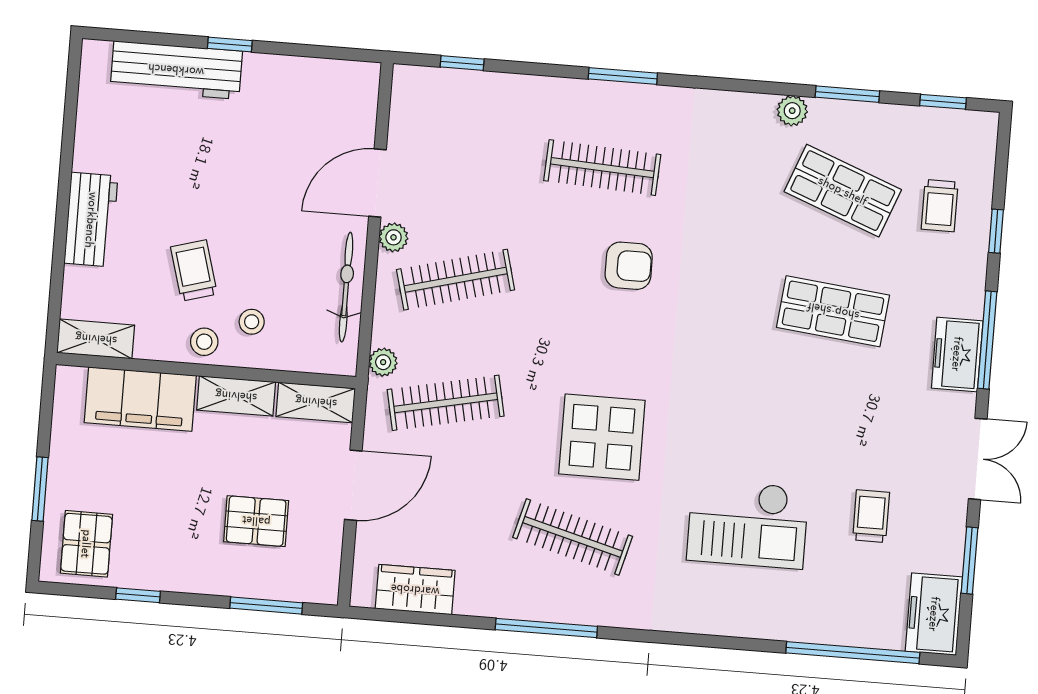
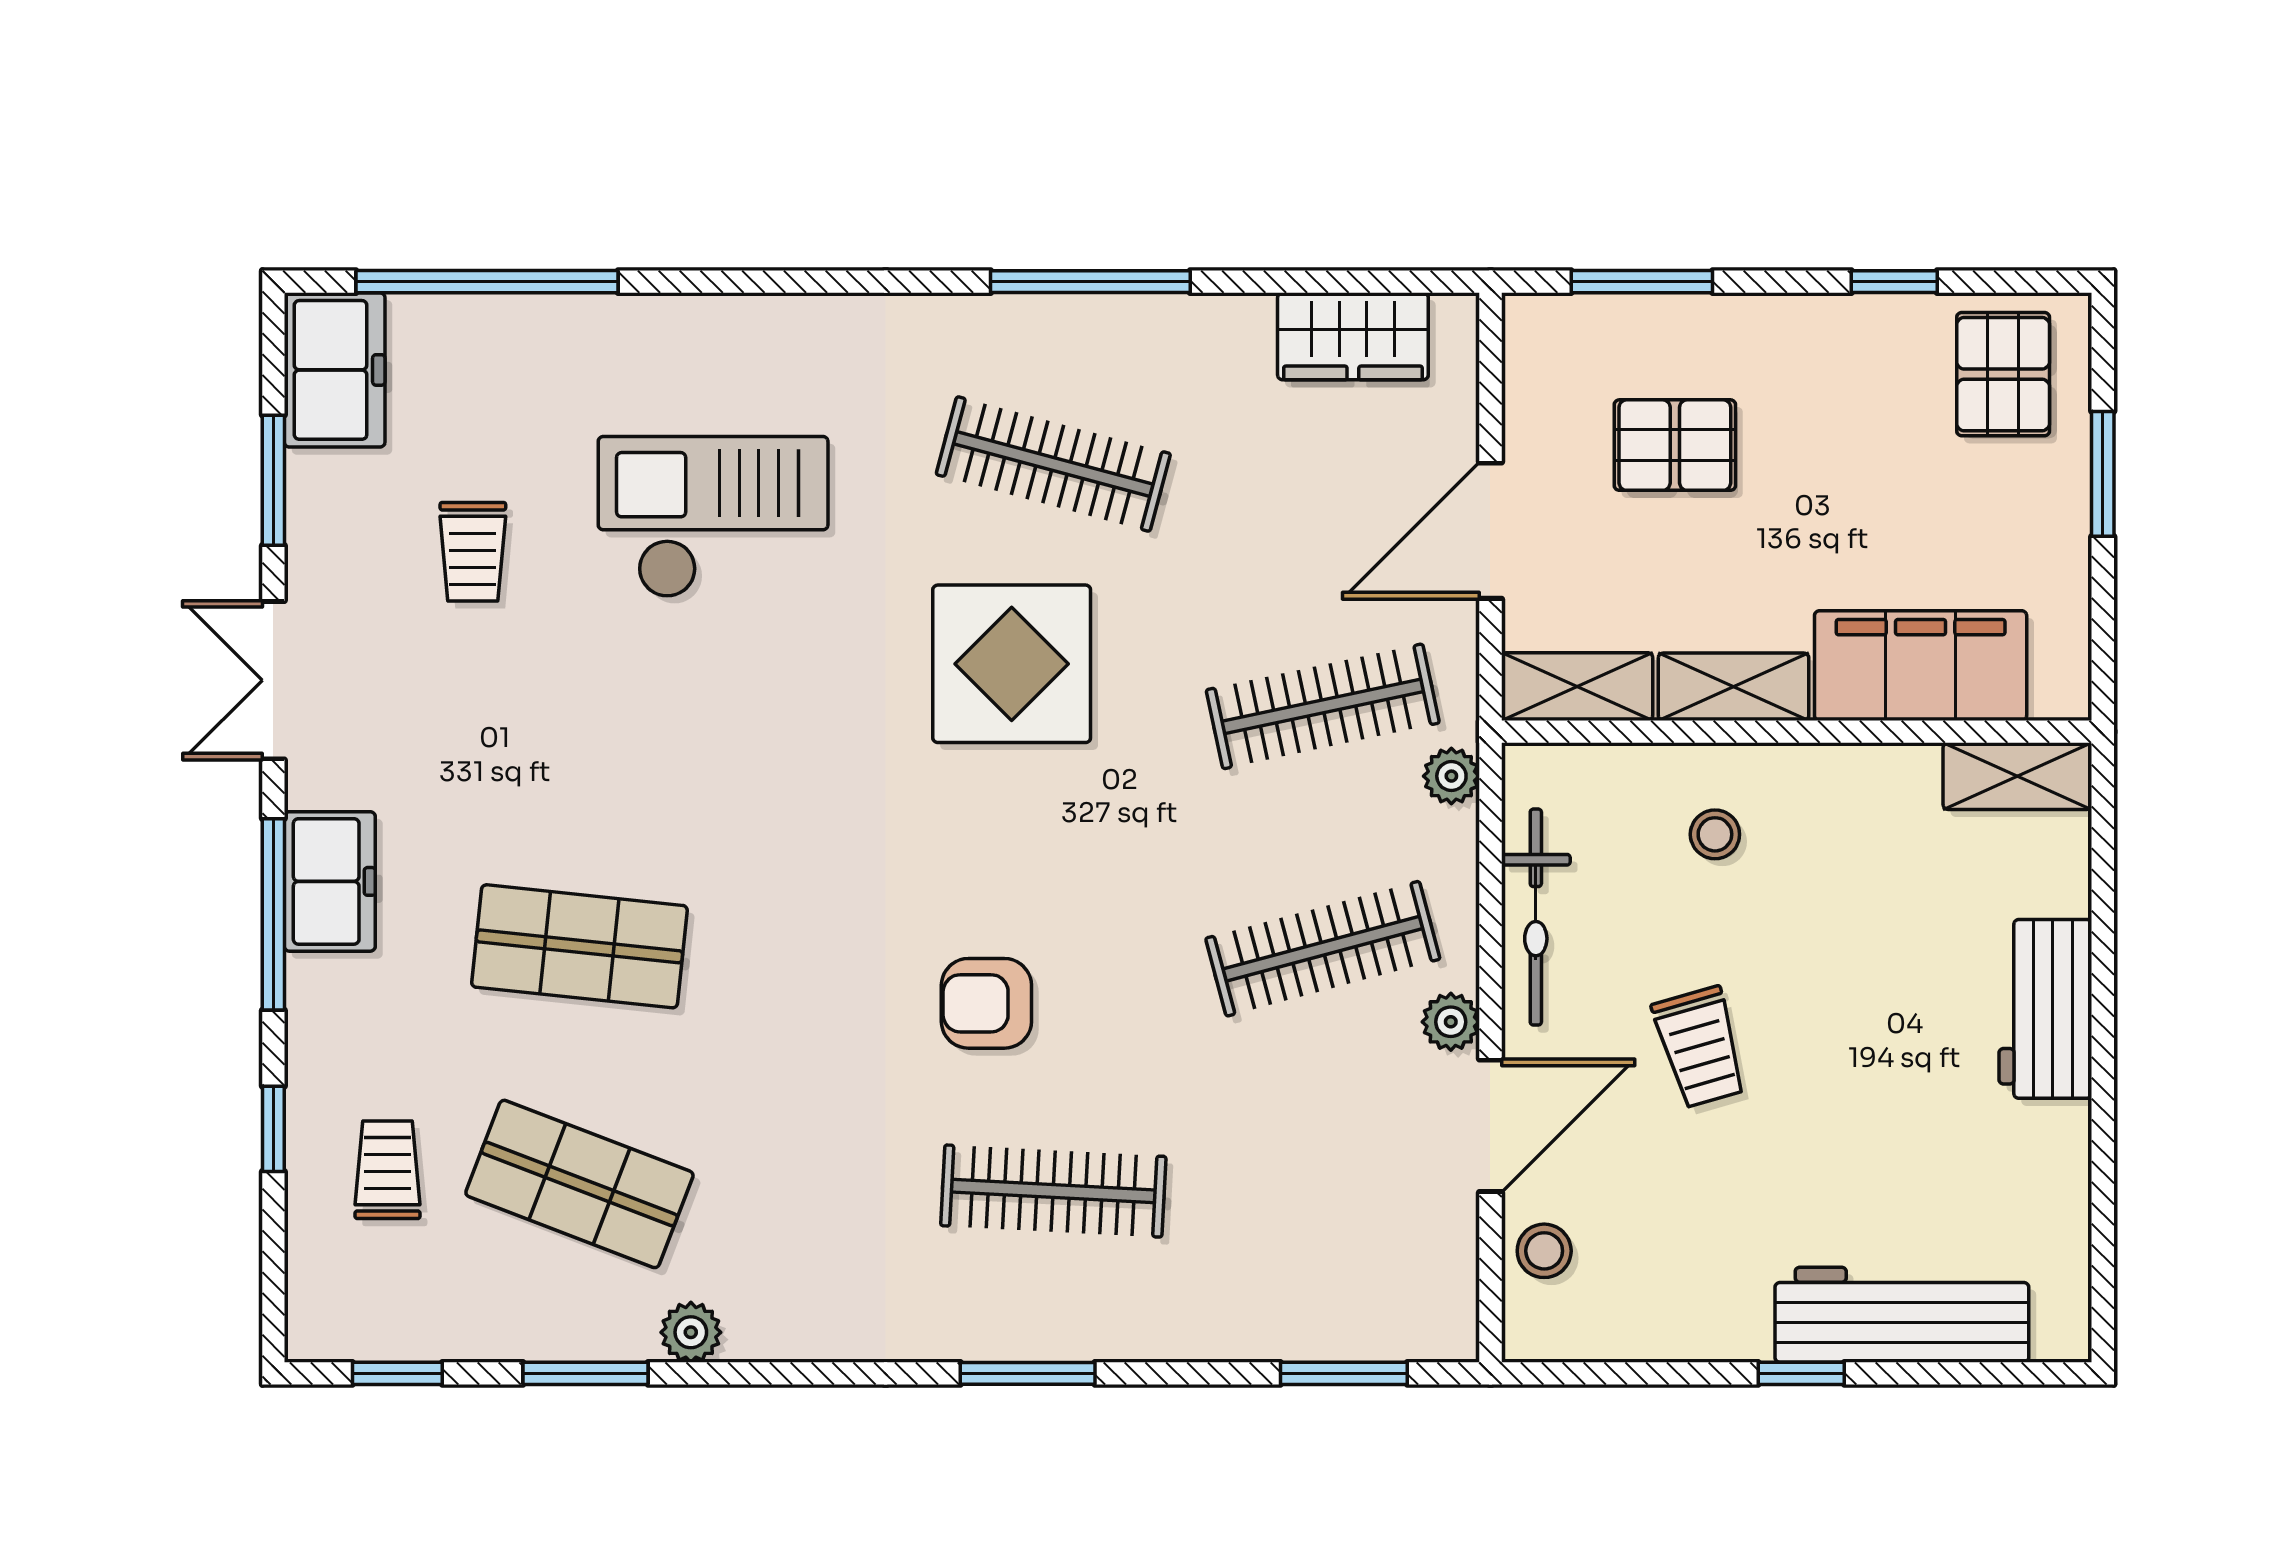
window: (462, 63) -> (1344, 1373), width x1.50
trolley: (194, 270) -> (1700, 1047), moved
stool: (204, 342) -> (1544, 1251), moved

